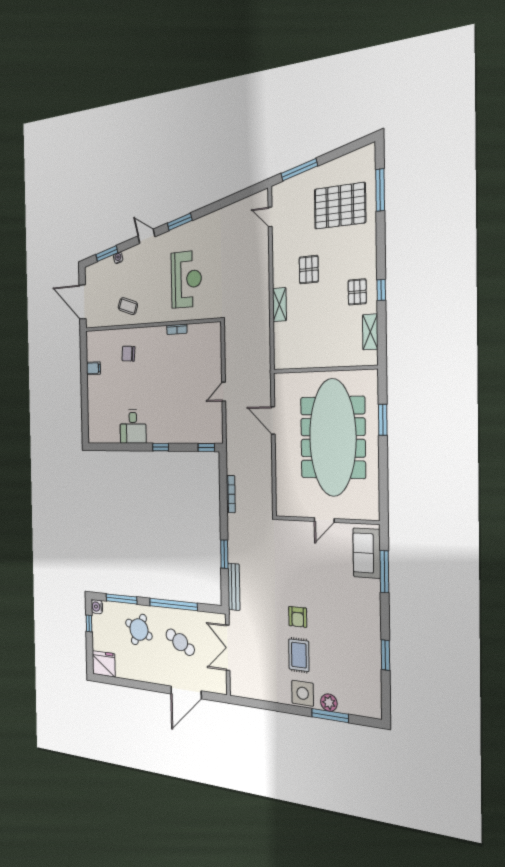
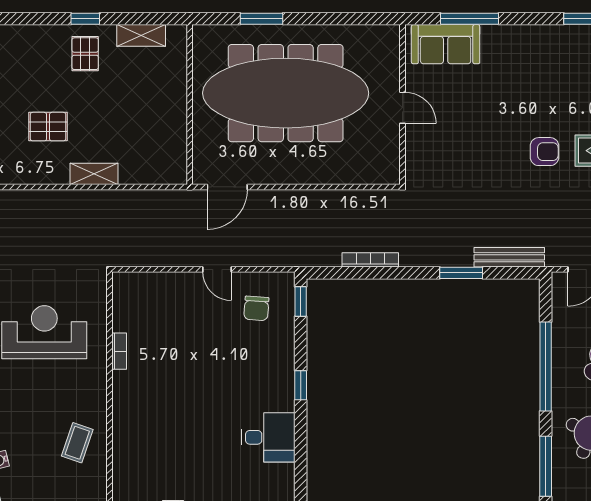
pallet: (357, 292) -> (85, 54), turned 90
chair: (128, 354) -> (256, 308), moved
door: (273, 420) -> (227, 187), moved

